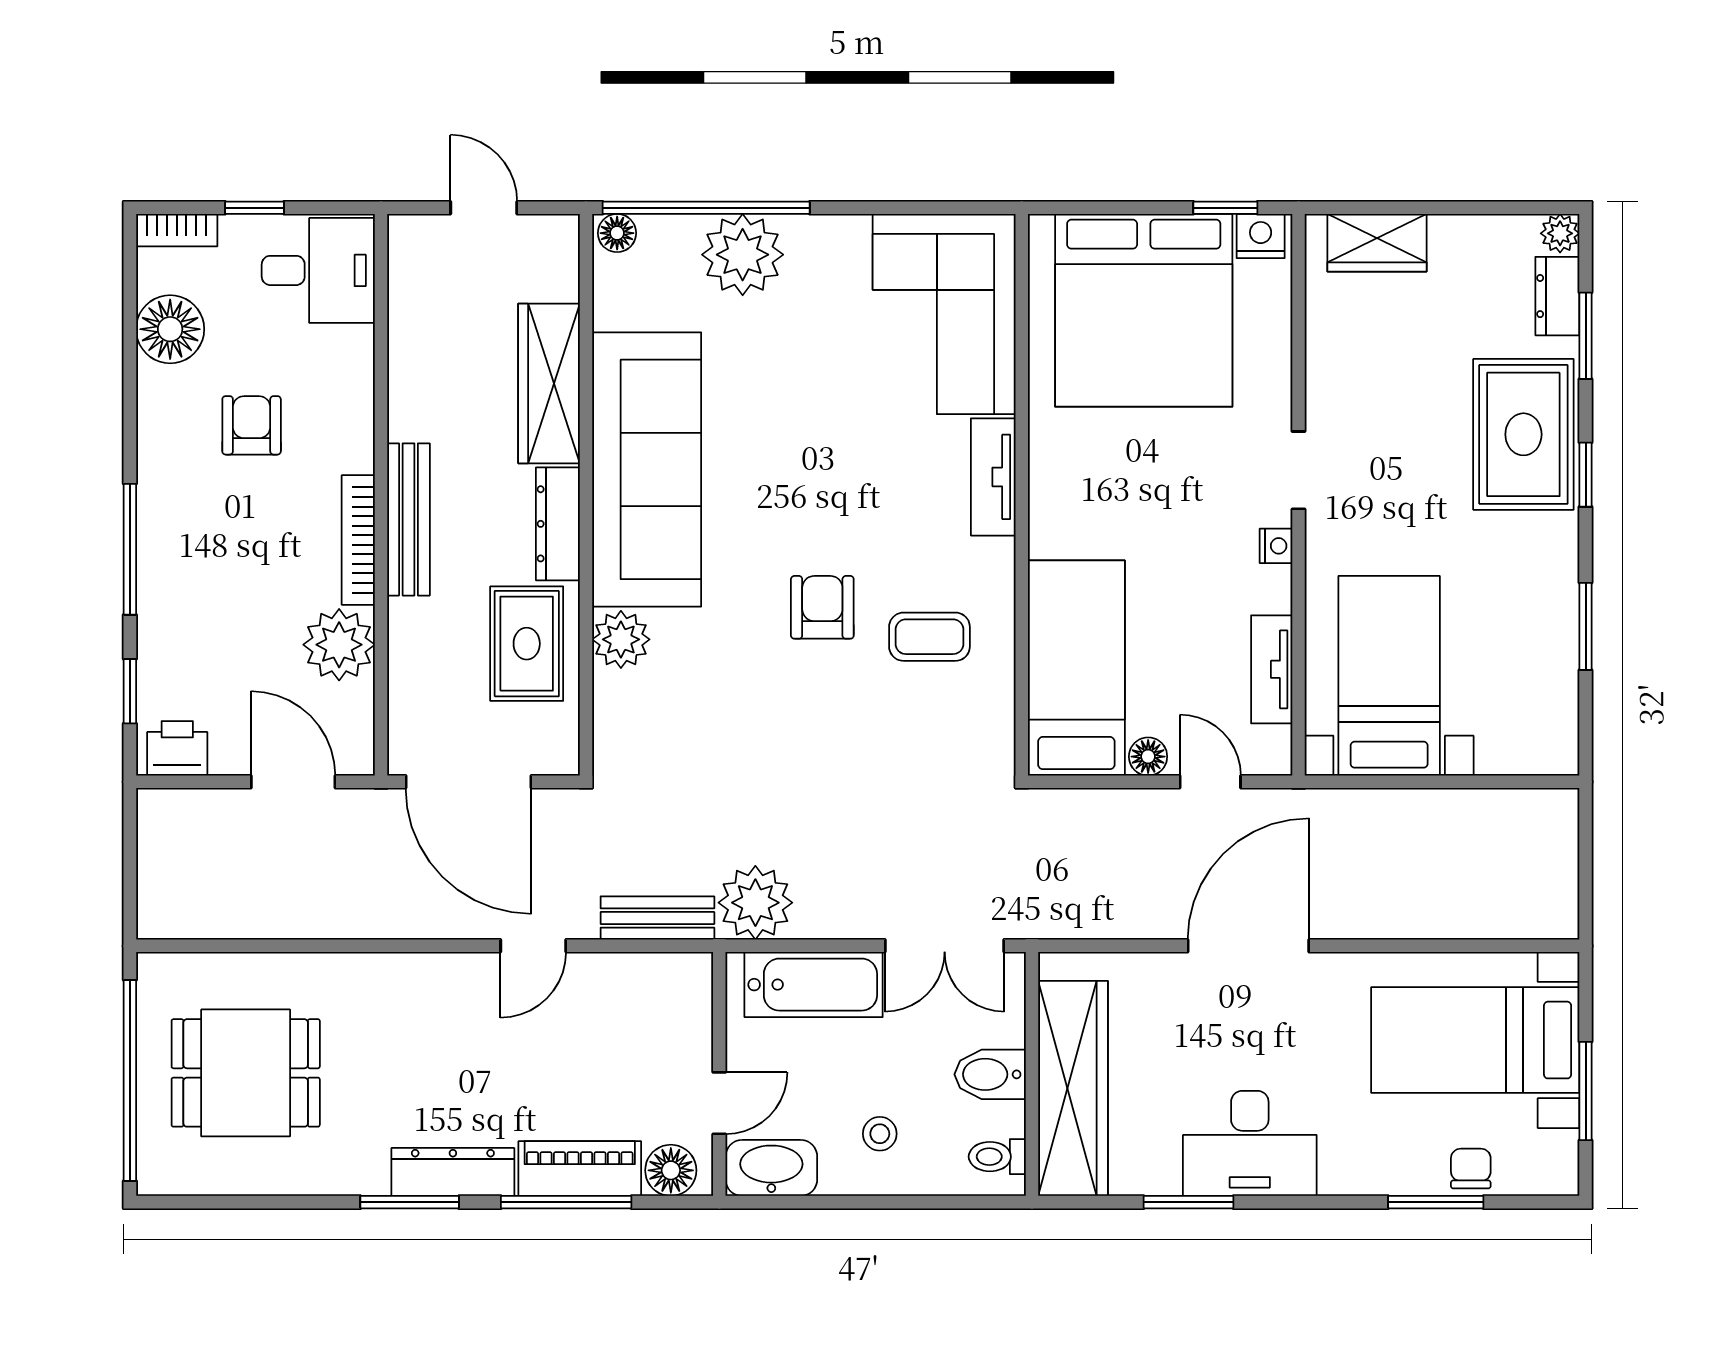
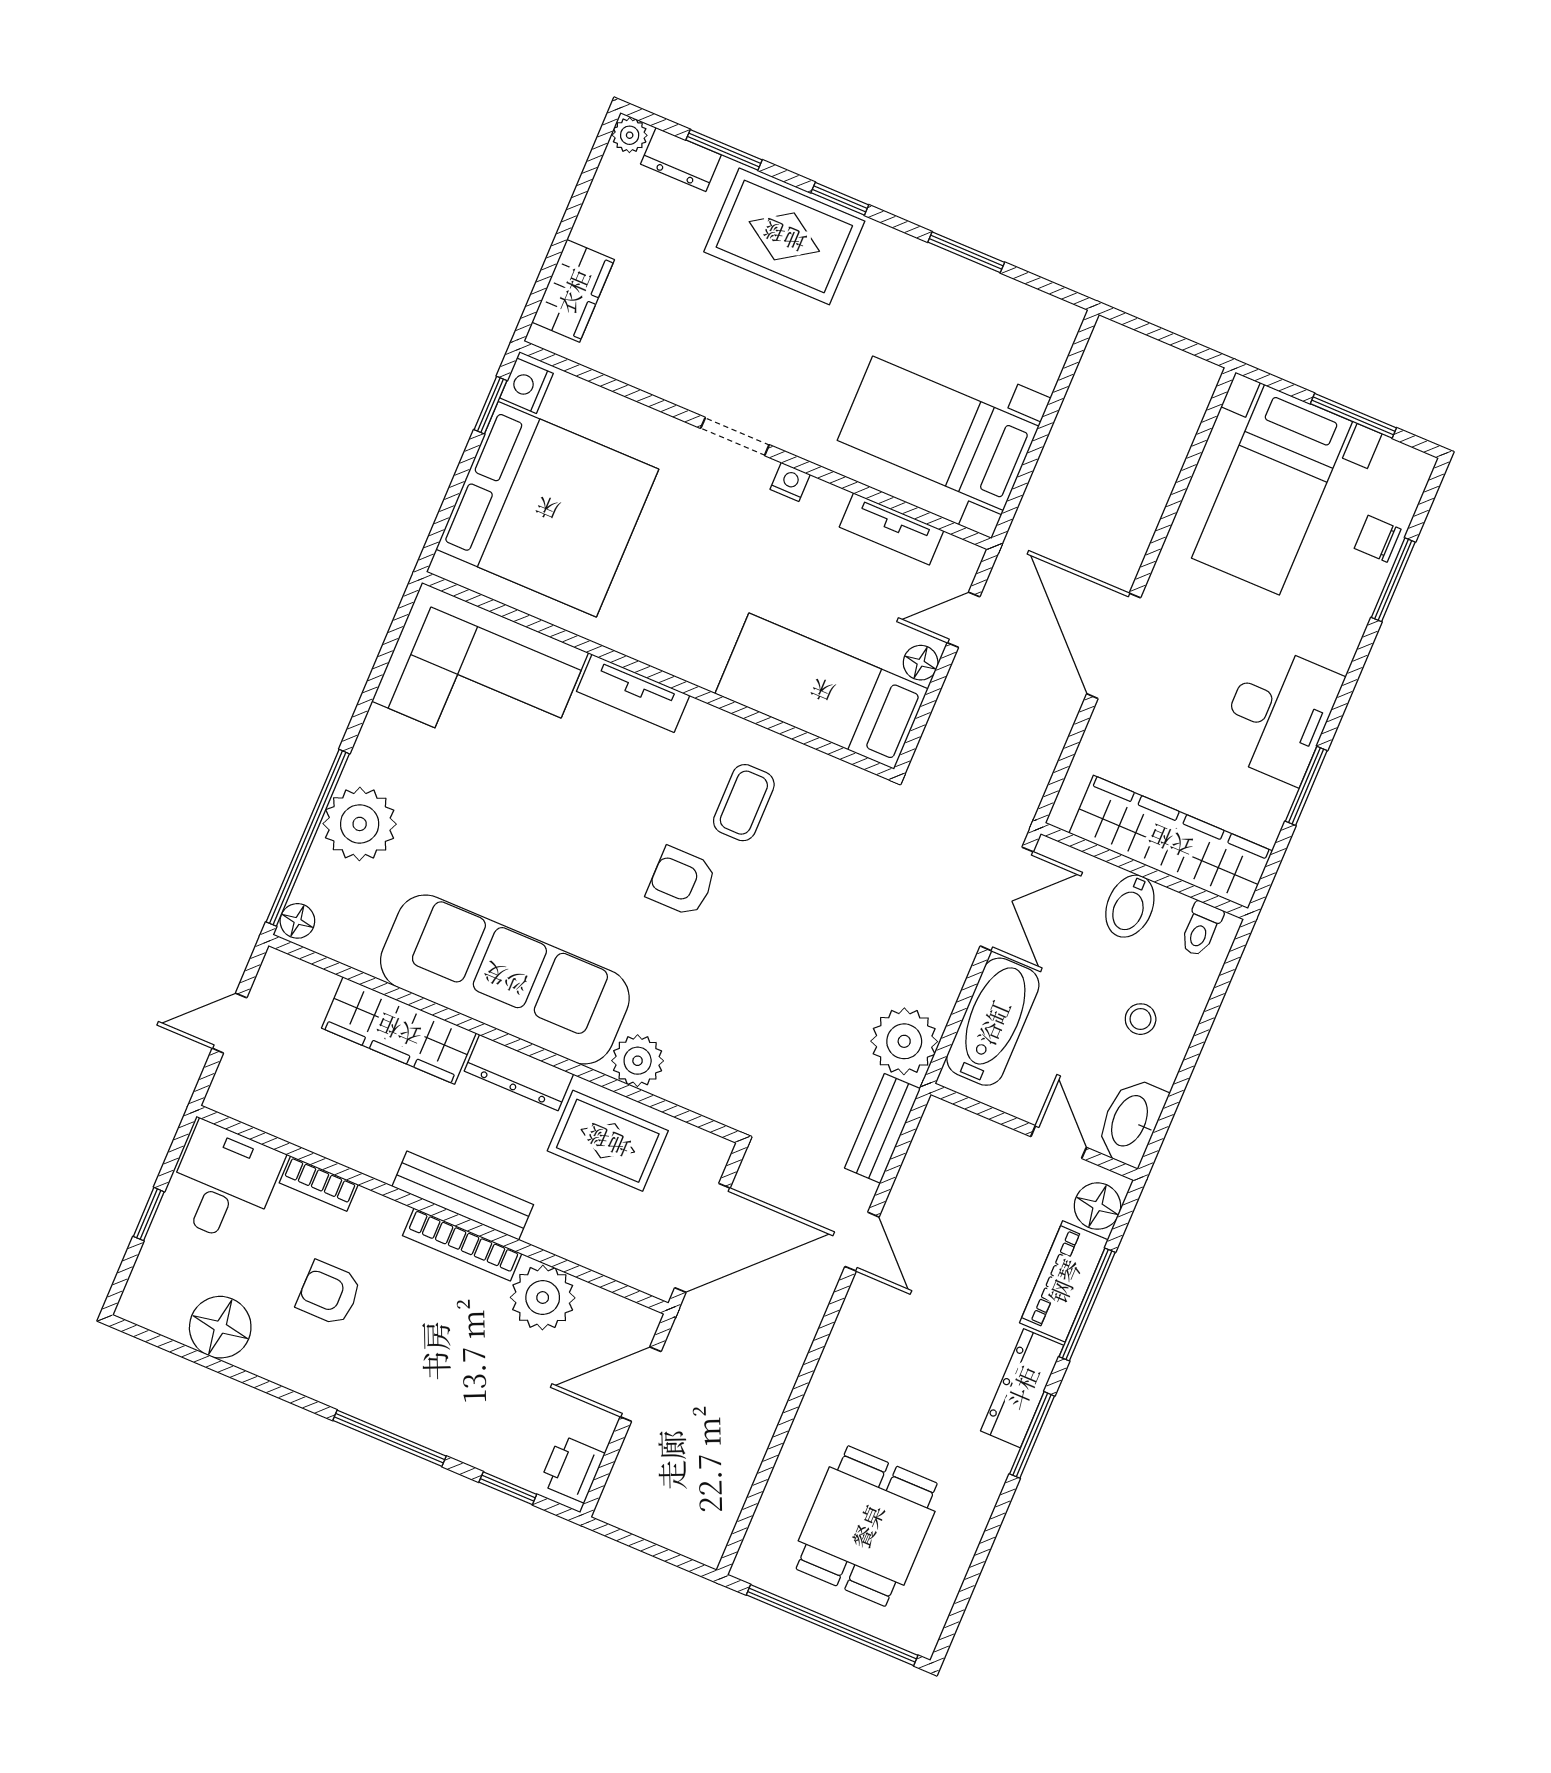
bookcase: (177, 230) -> (319, 1184), moved, turned 90

